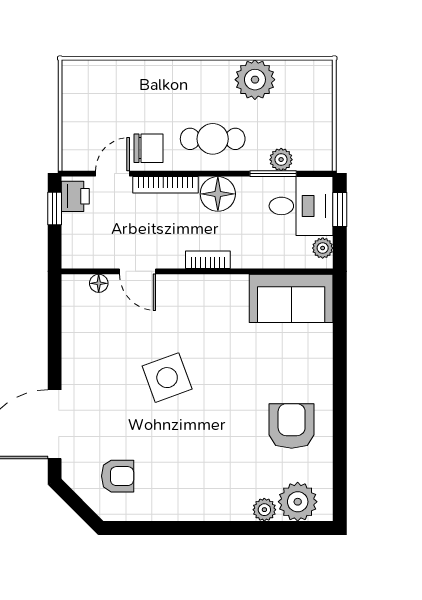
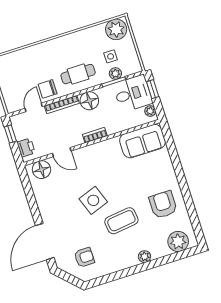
plant: (255, 80) -> (116, 29), moved
side table: (282, 125) -> (111, 56), added
chair: (149, 148) -> (48, 89), turned 180
printer: (75, 196) -> (26, 148), moved
floor lamp: (99, 283) -> (41, 170), width x1.89, depth x1.89
coffee table: (206, 431) -> (121, 221), added
plant: (264, 510) -> (144, 257), moved

